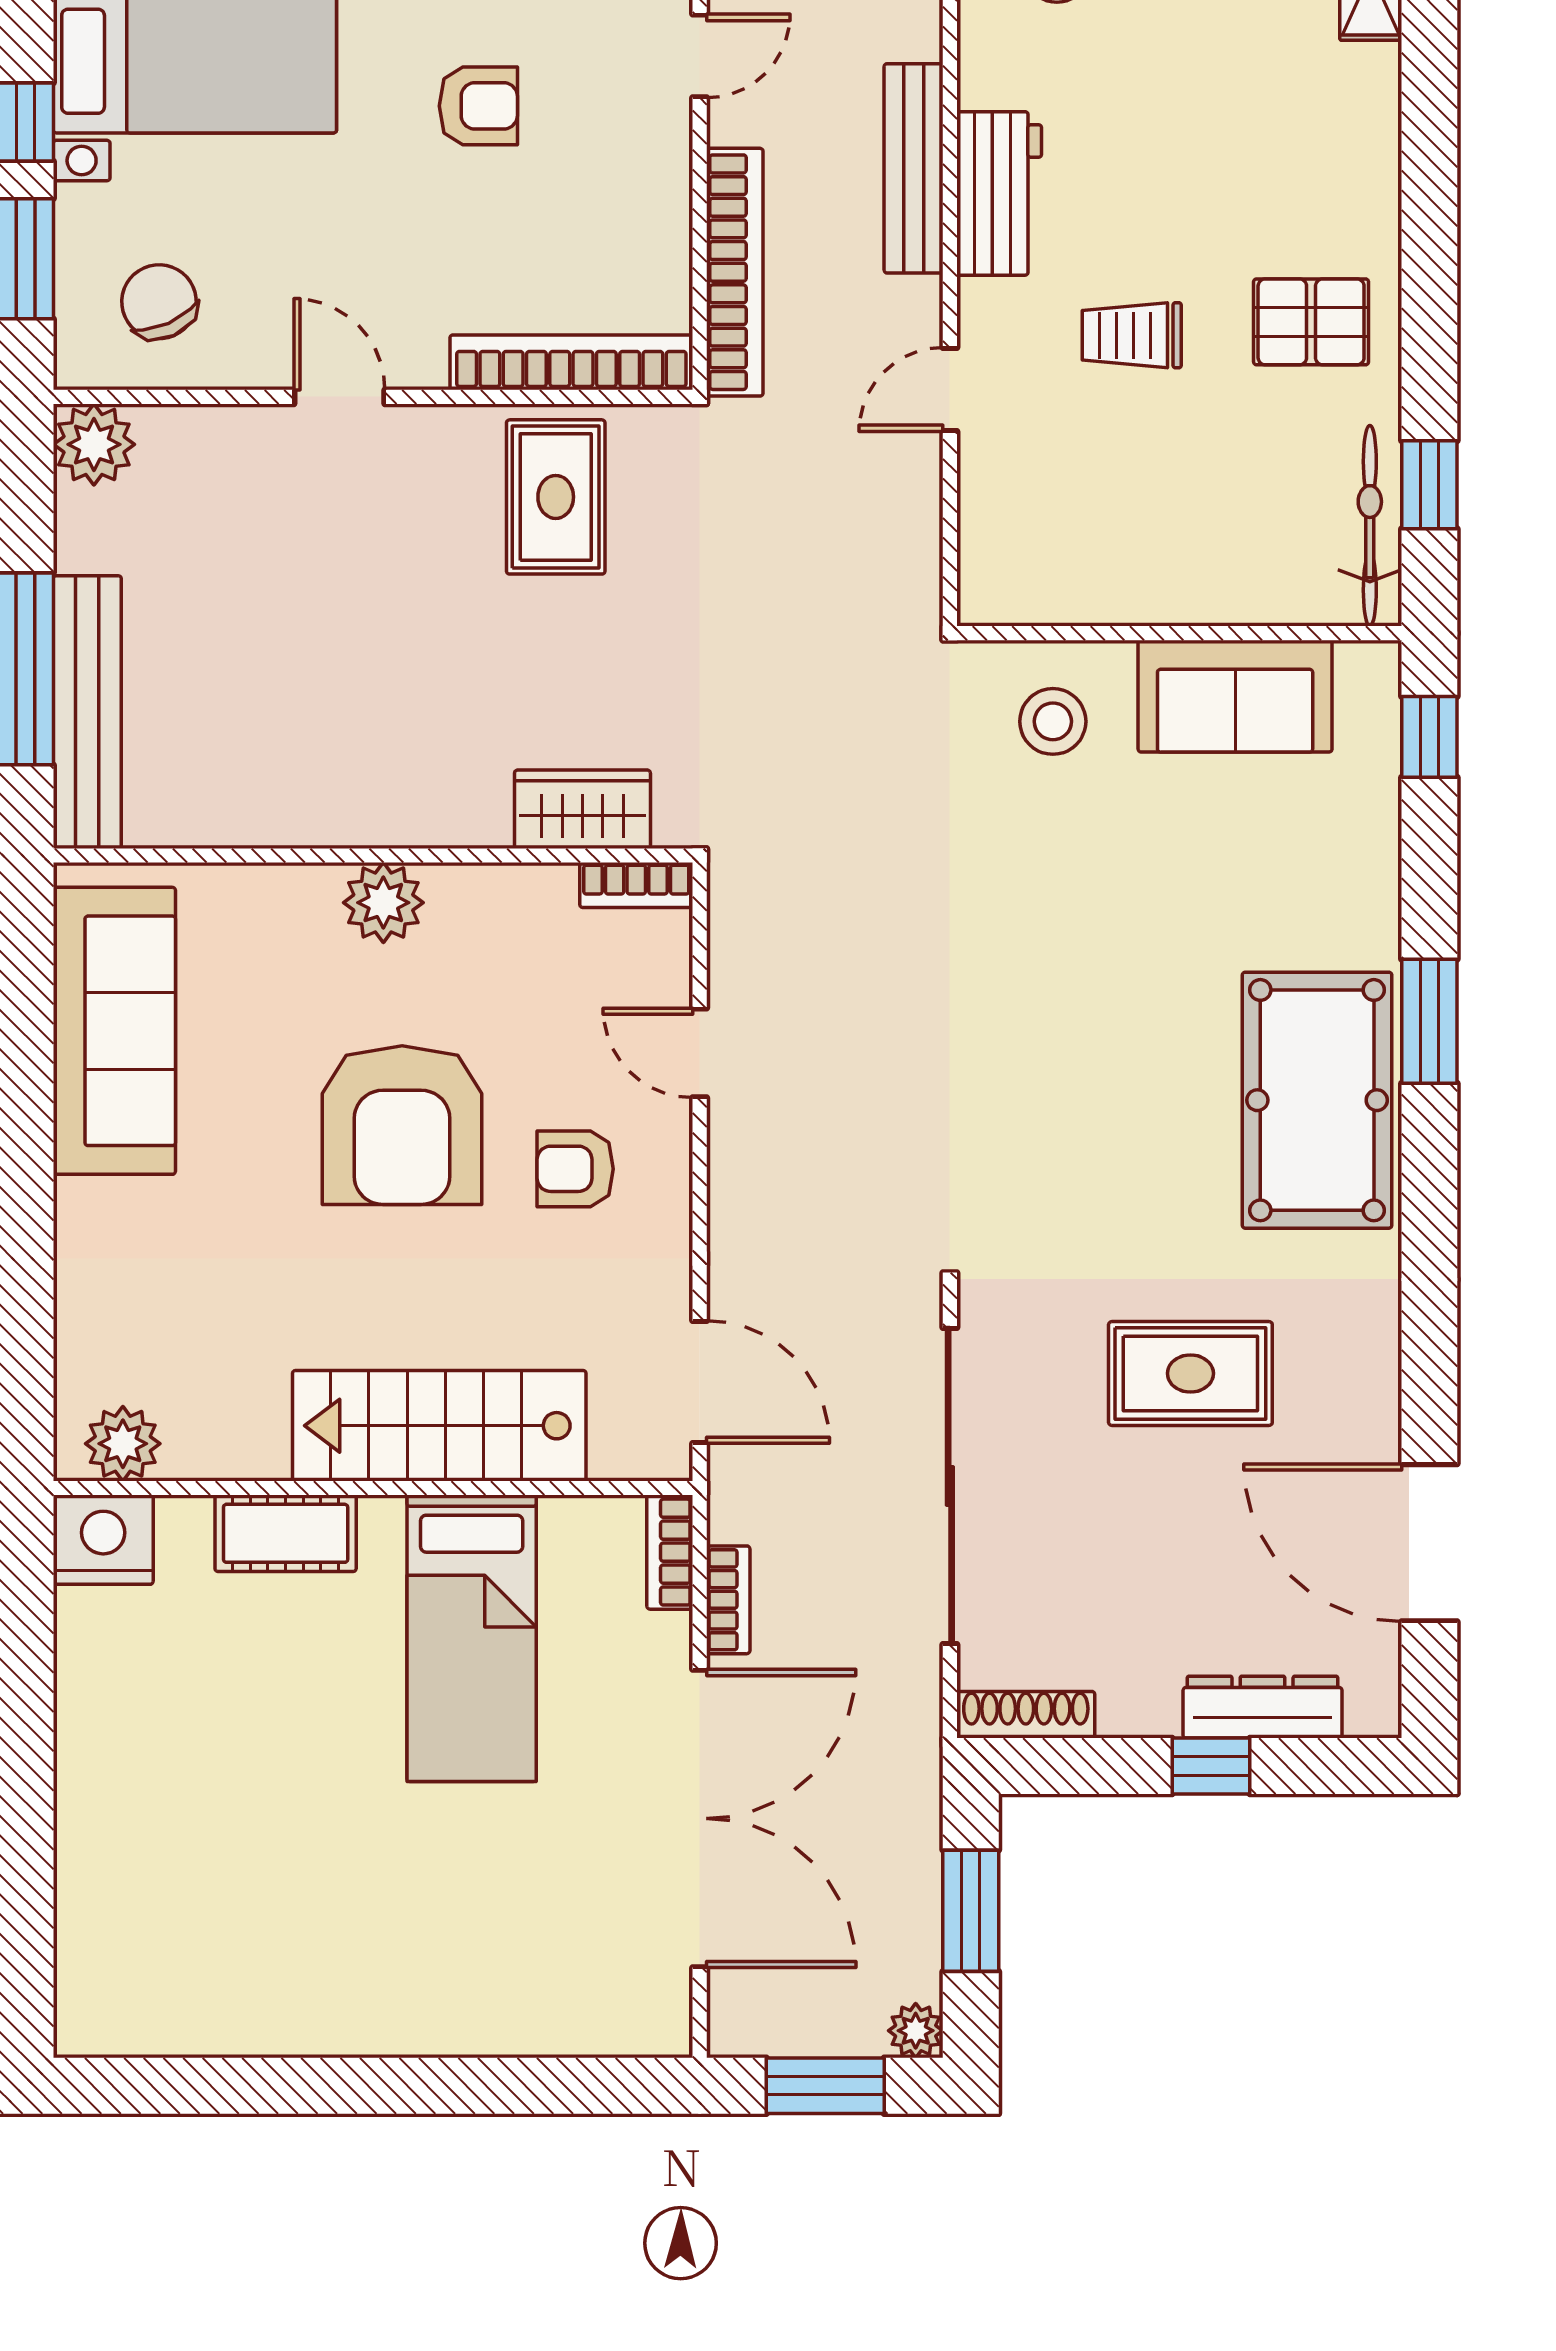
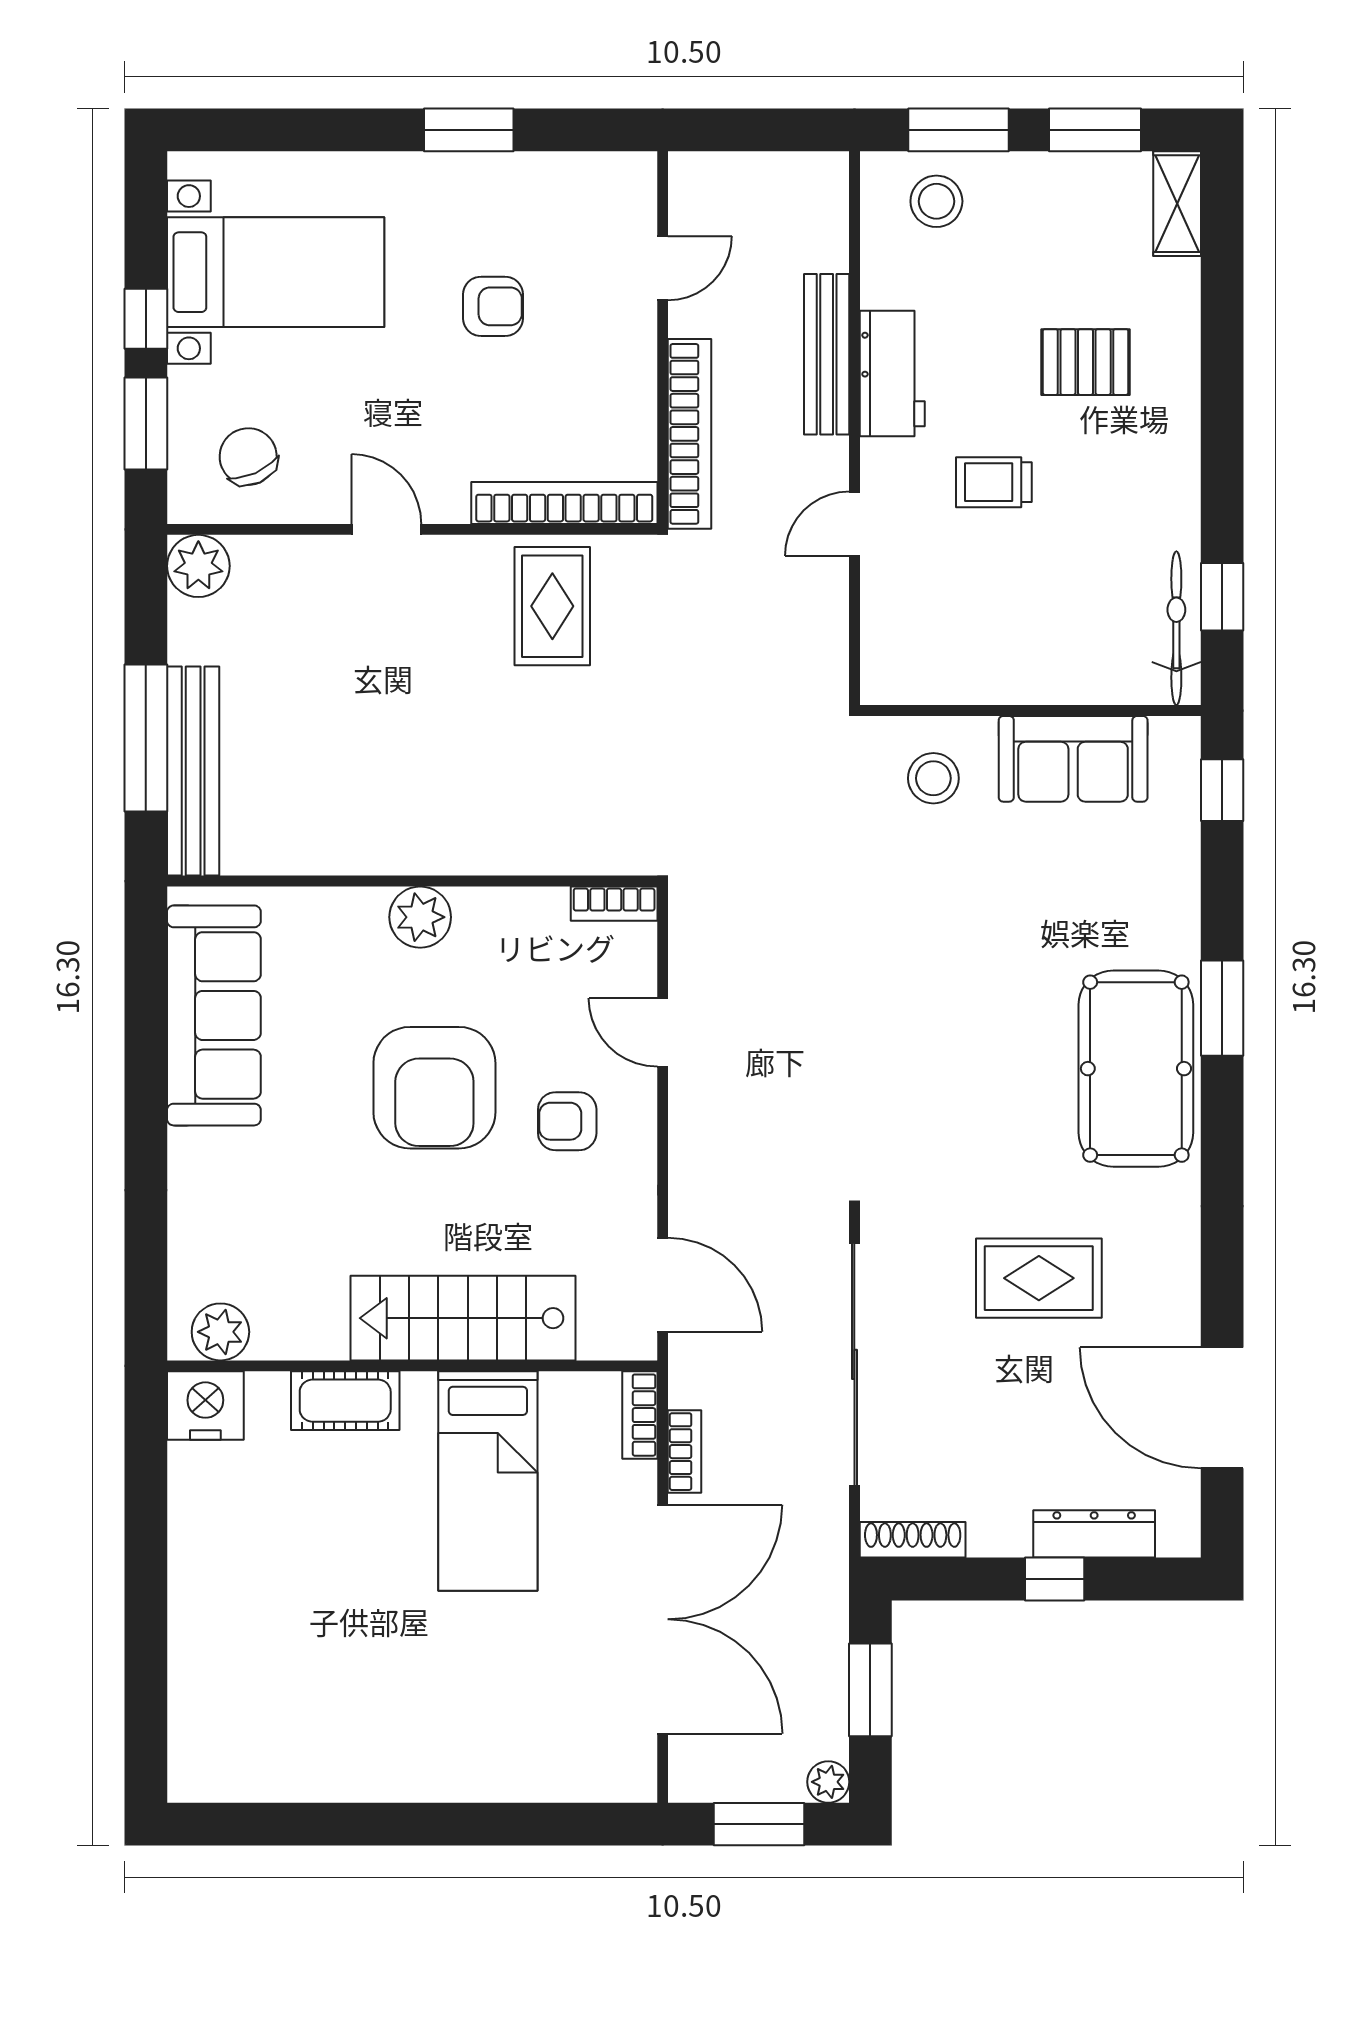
pallet: (1311, 322) -> (1086, 362), moved
wardrobe: (582, 809) -> (573, 846), removed

